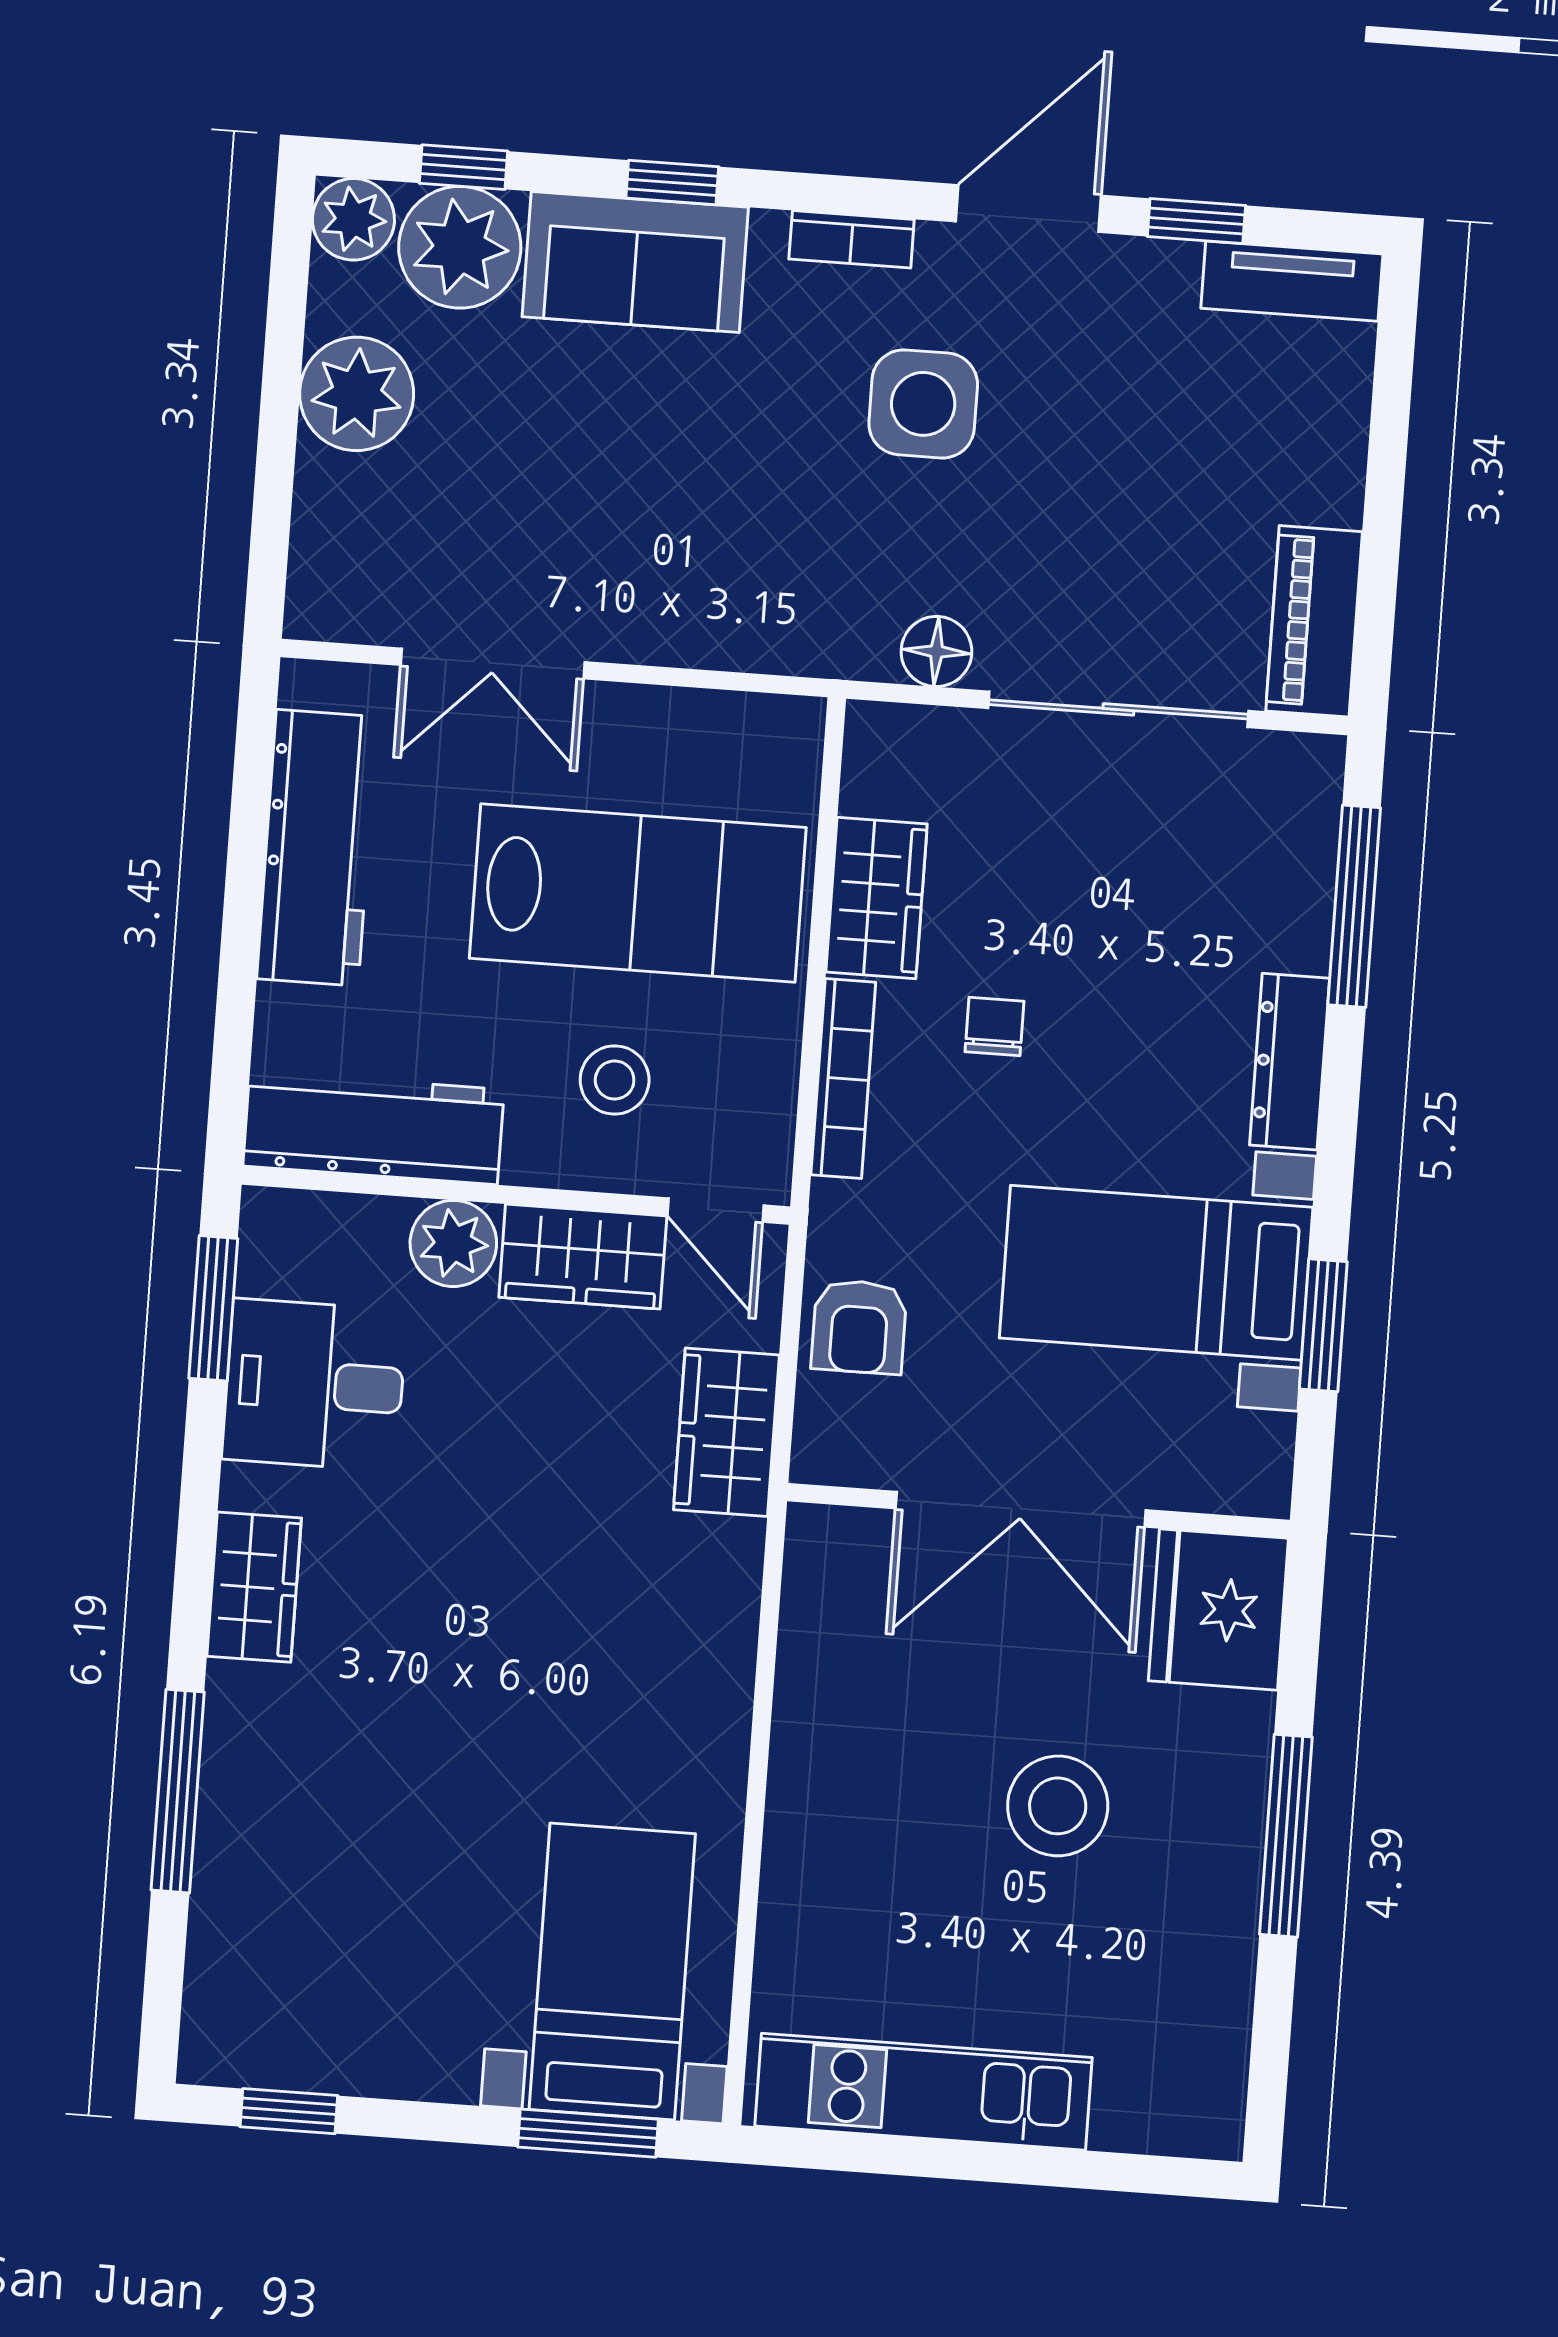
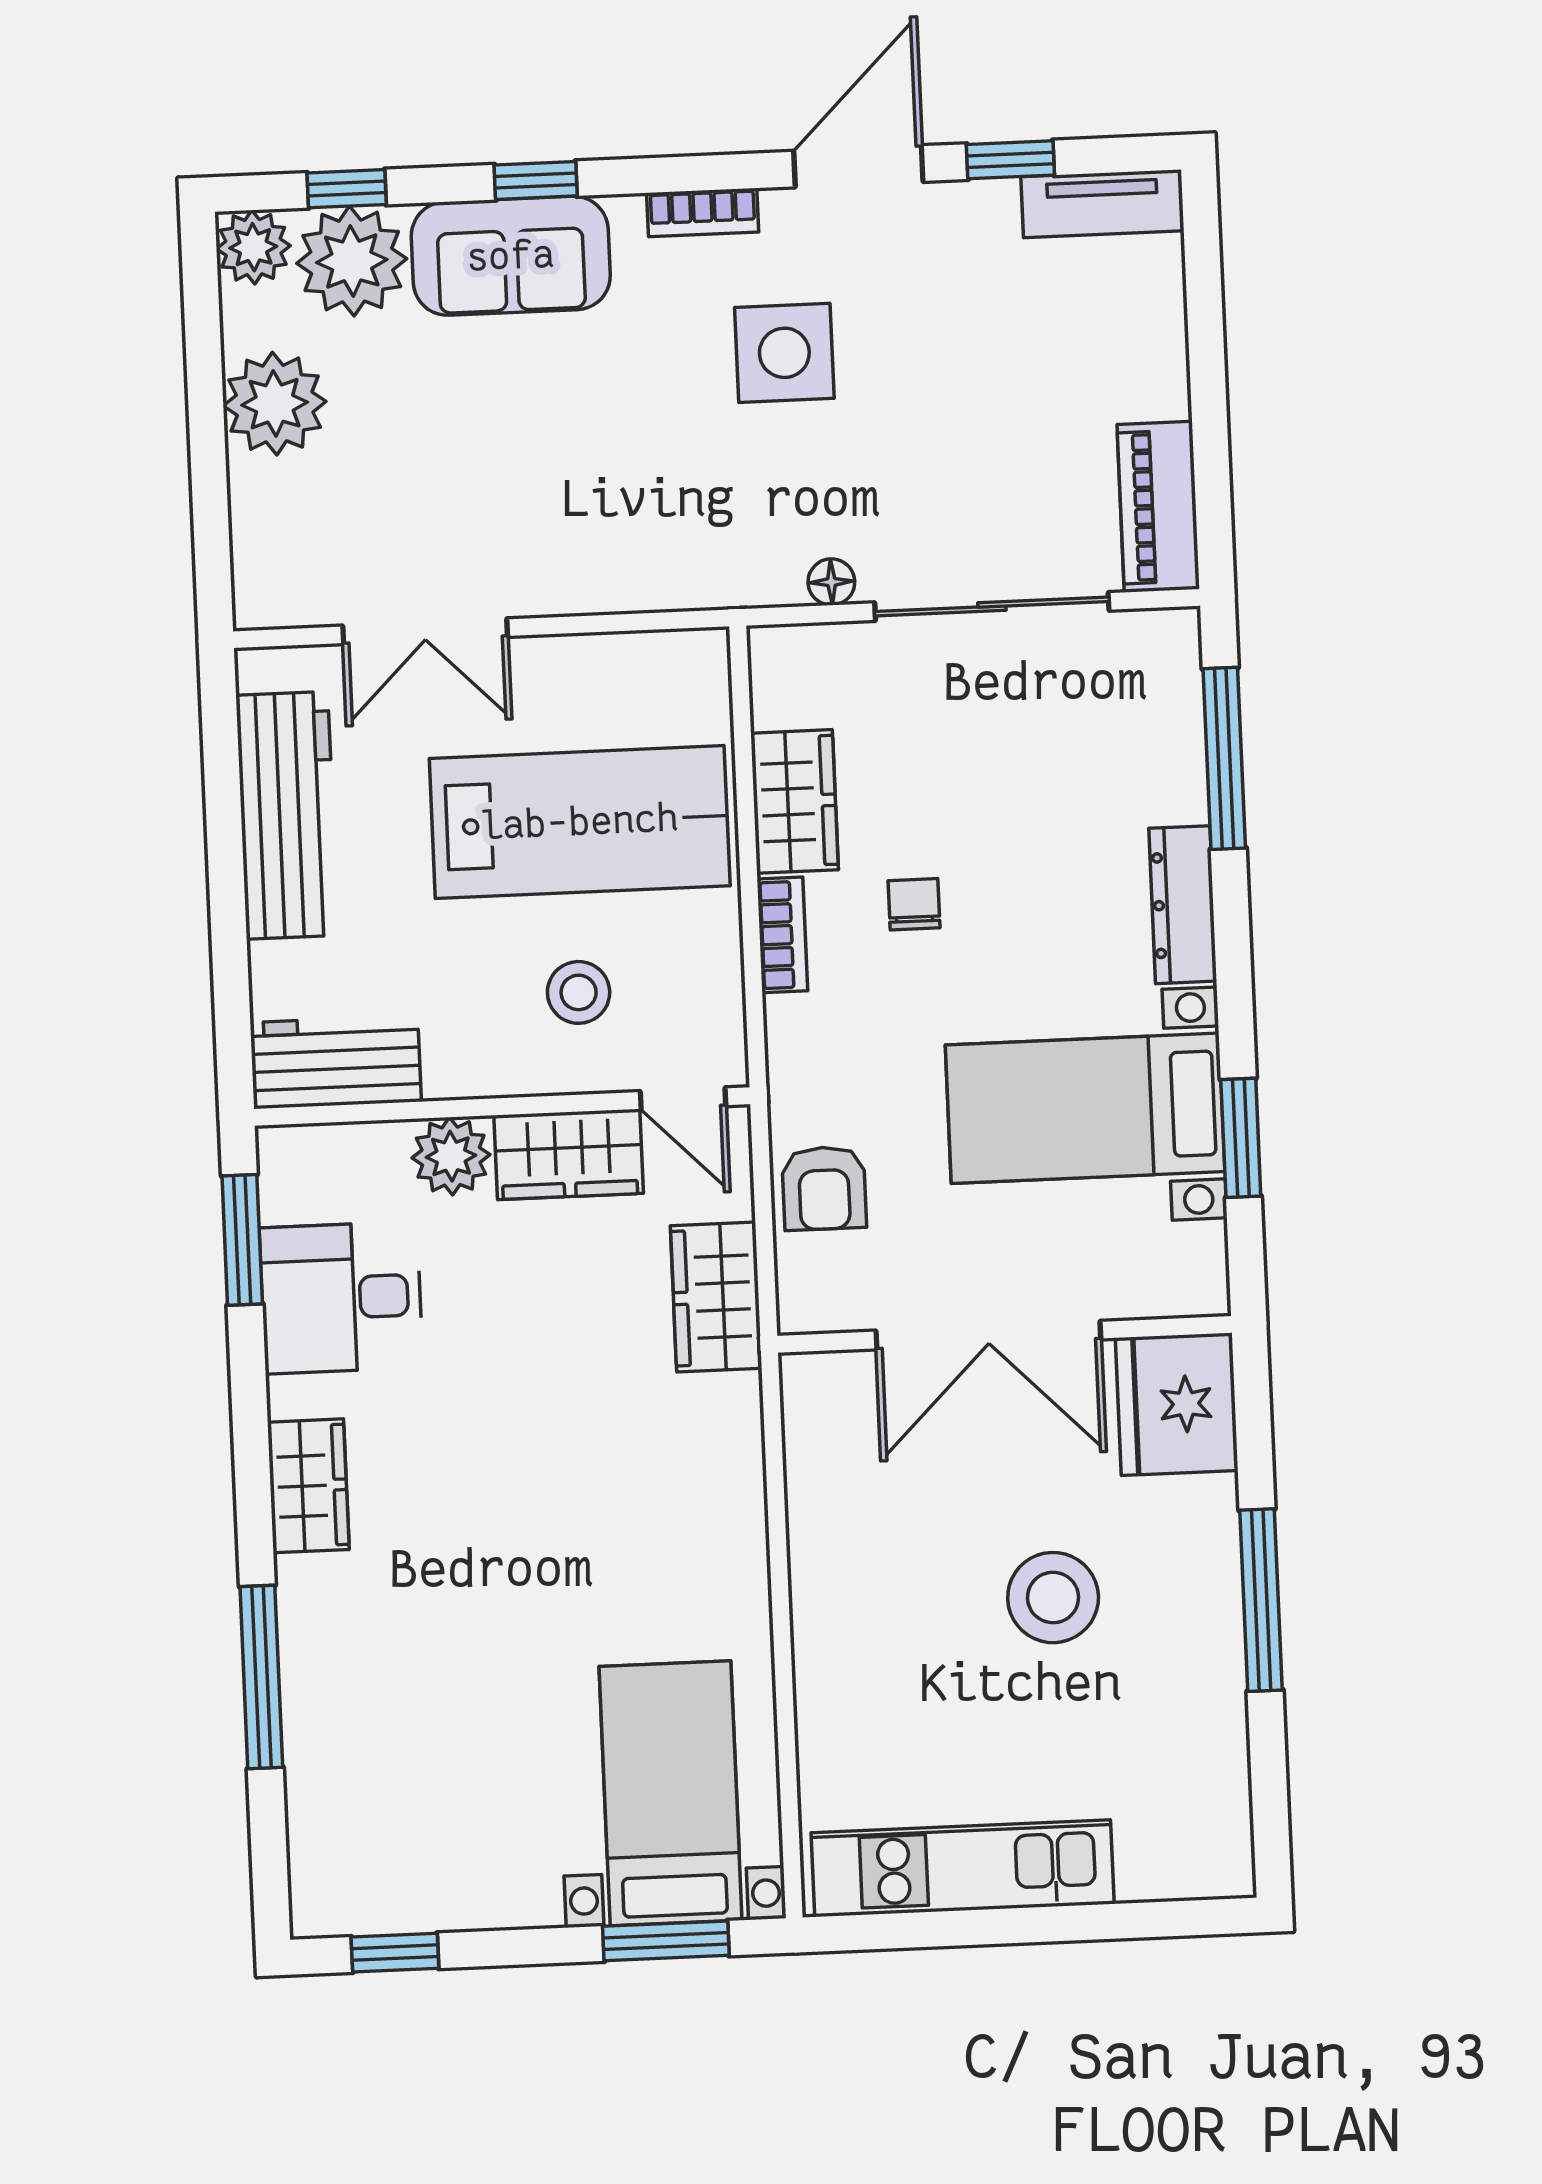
floor lamp: (936, 651) -> (831, 582), width x0.73, depth x0.73
bookcase: (843, 1078) -> (782, 935), width x0.64
workbench: (374, 1128) -> (336, 1062), width x0.73

